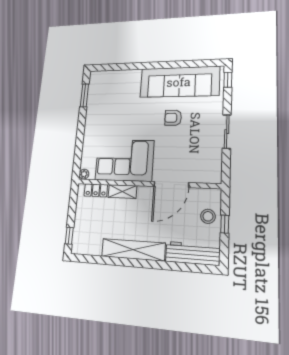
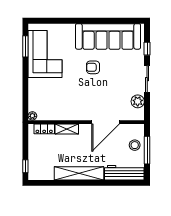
window: (228, 80) -> (147, 49), moved
armchair: (173, 118) -> (93, 67), moved
plant: (214, 159) -> (138, 101), added
corner sofa: (124, 160) -> (45, 54), moved, turned 90
window: (225, 224) -> (147, 150), width x2.17

